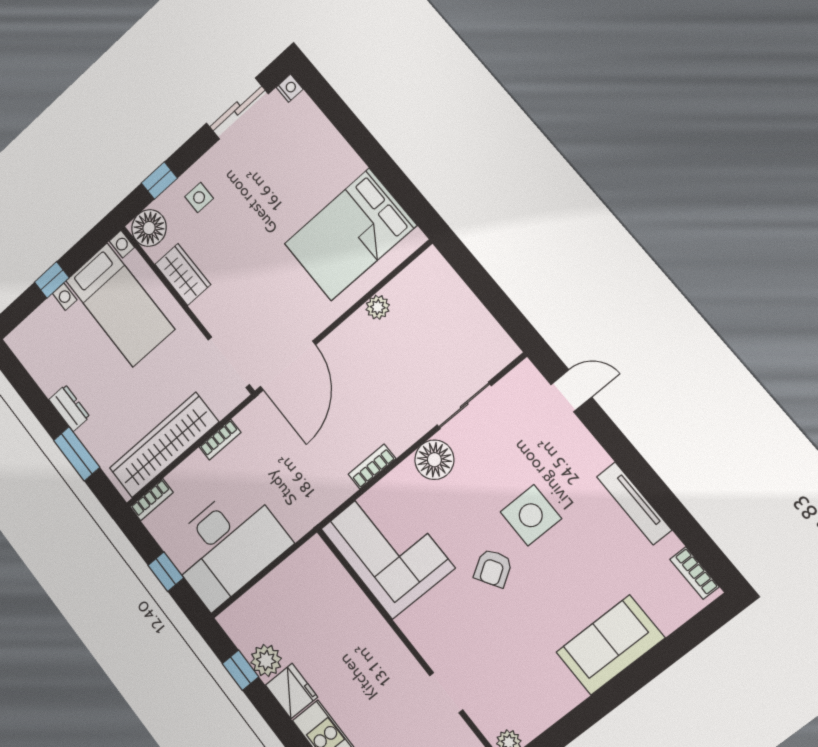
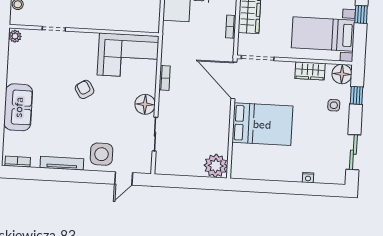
nightstand: (290, 88) -> (308, 178), moved
bed: (350, 235) -> (262, 124), moved, turned 90
plant: (378, 307) -> (216, 166), moved, width x1.88, depth x1.88
side table: (531, 515) -> (102, 154), moved

